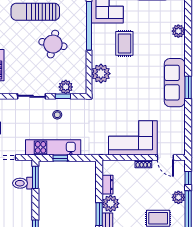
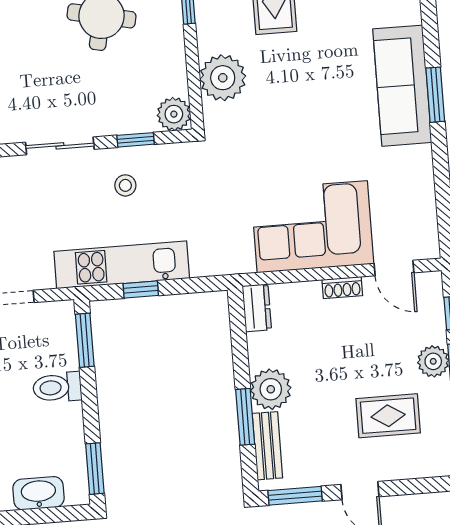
plant: (66, 87) -> (174, 114), moved
toilet: (23, 183) -> (57, 387), moved
dresser: (108, 185) -> (257, 308), moved

